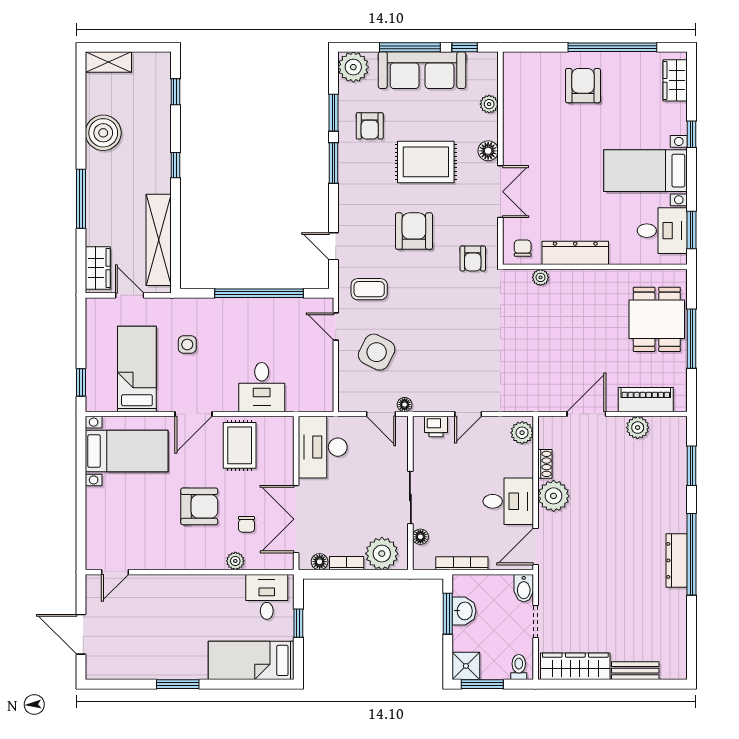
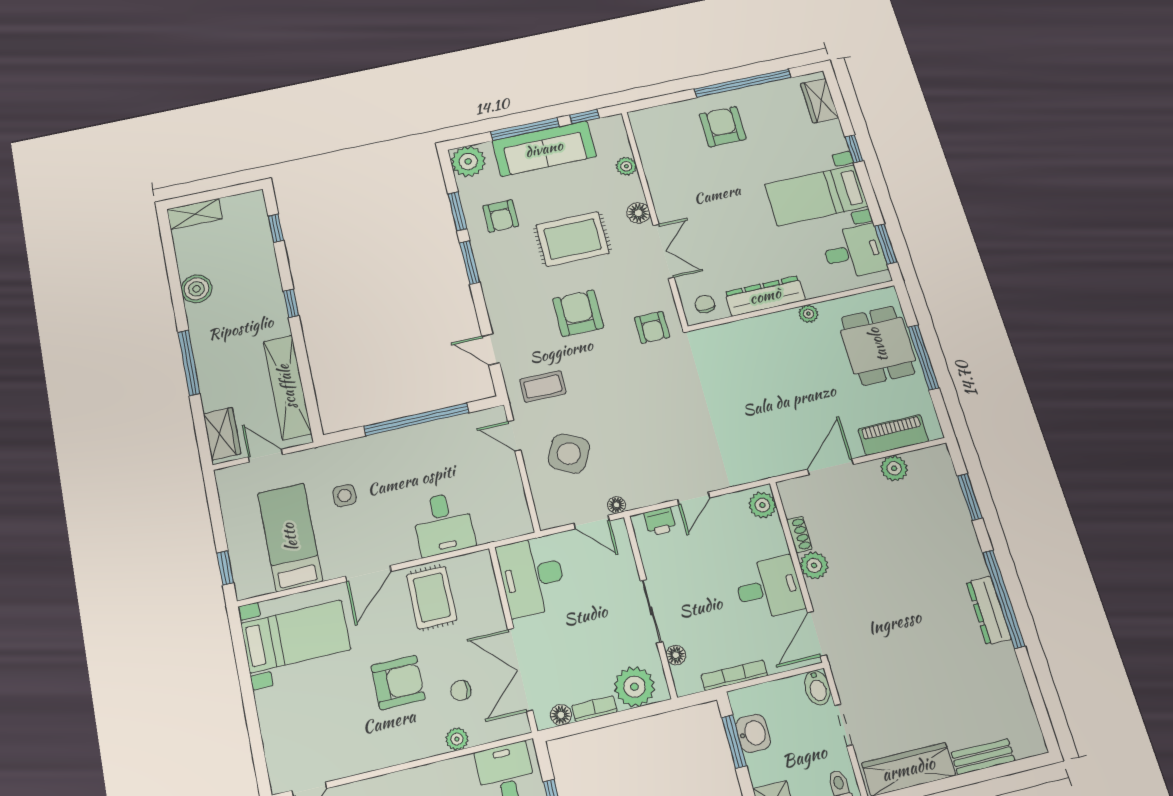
boiler: (103, 133) -> (197, 289), width x0.73, depth x0.73
plant: (541, 277) -> (808, 314), moved
plant: (554, 496) -> (814, 565), width x0.73, depth x0.73
chair: (246, 524) -> (461, 690), turned 90

